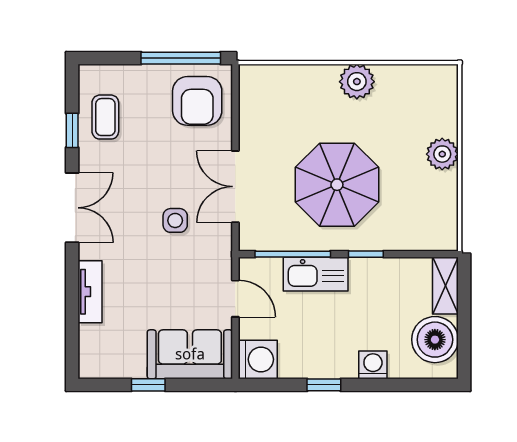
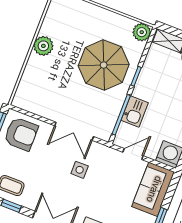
plant: (442, 154) -> (142, 32), moved
parasol: (337, 185) -> (104, 65), moved
kitchen sink: (316, 274) -> (135, 111), width x0.73

